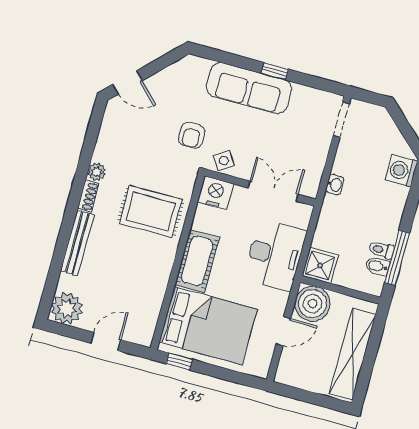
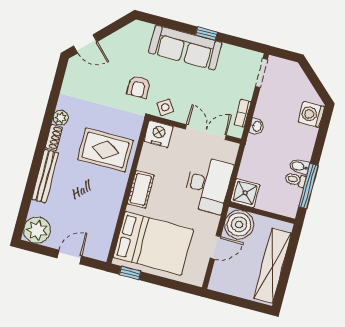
bookcase: (318, 168) -> (243, 113), added
cot: (197, 261) -> (141, 189), width x0.73, depth x0.75
bidet: (377, 266) -> (299, 166), moved

